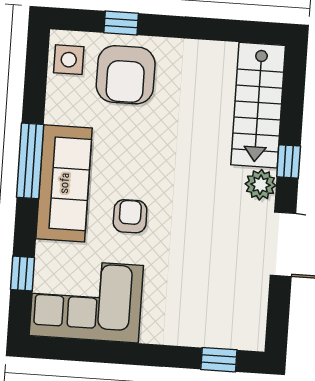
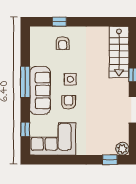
side table: (69, 60) -> (70, 79), moved
armchair: (126, 75) -> (63, 43), width x0.53, depth x0.53
plant: (261, 185) -> (122, 149), moved

